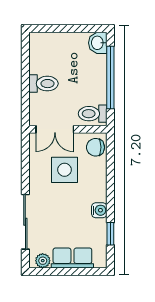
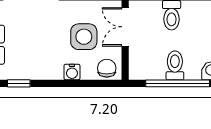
toilet: (93, 114) -> (175, 65), moved
water cooler: (99, 210) -> (72, 72), moved

